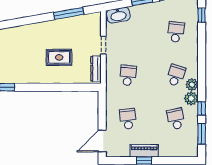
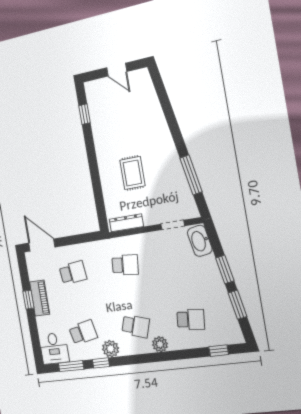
doorway: (103, 45) -> (173, 225), moved
plant: (192, 85) -> (160, 344), moved
desk: (186, 146) -> (54, 348), added

